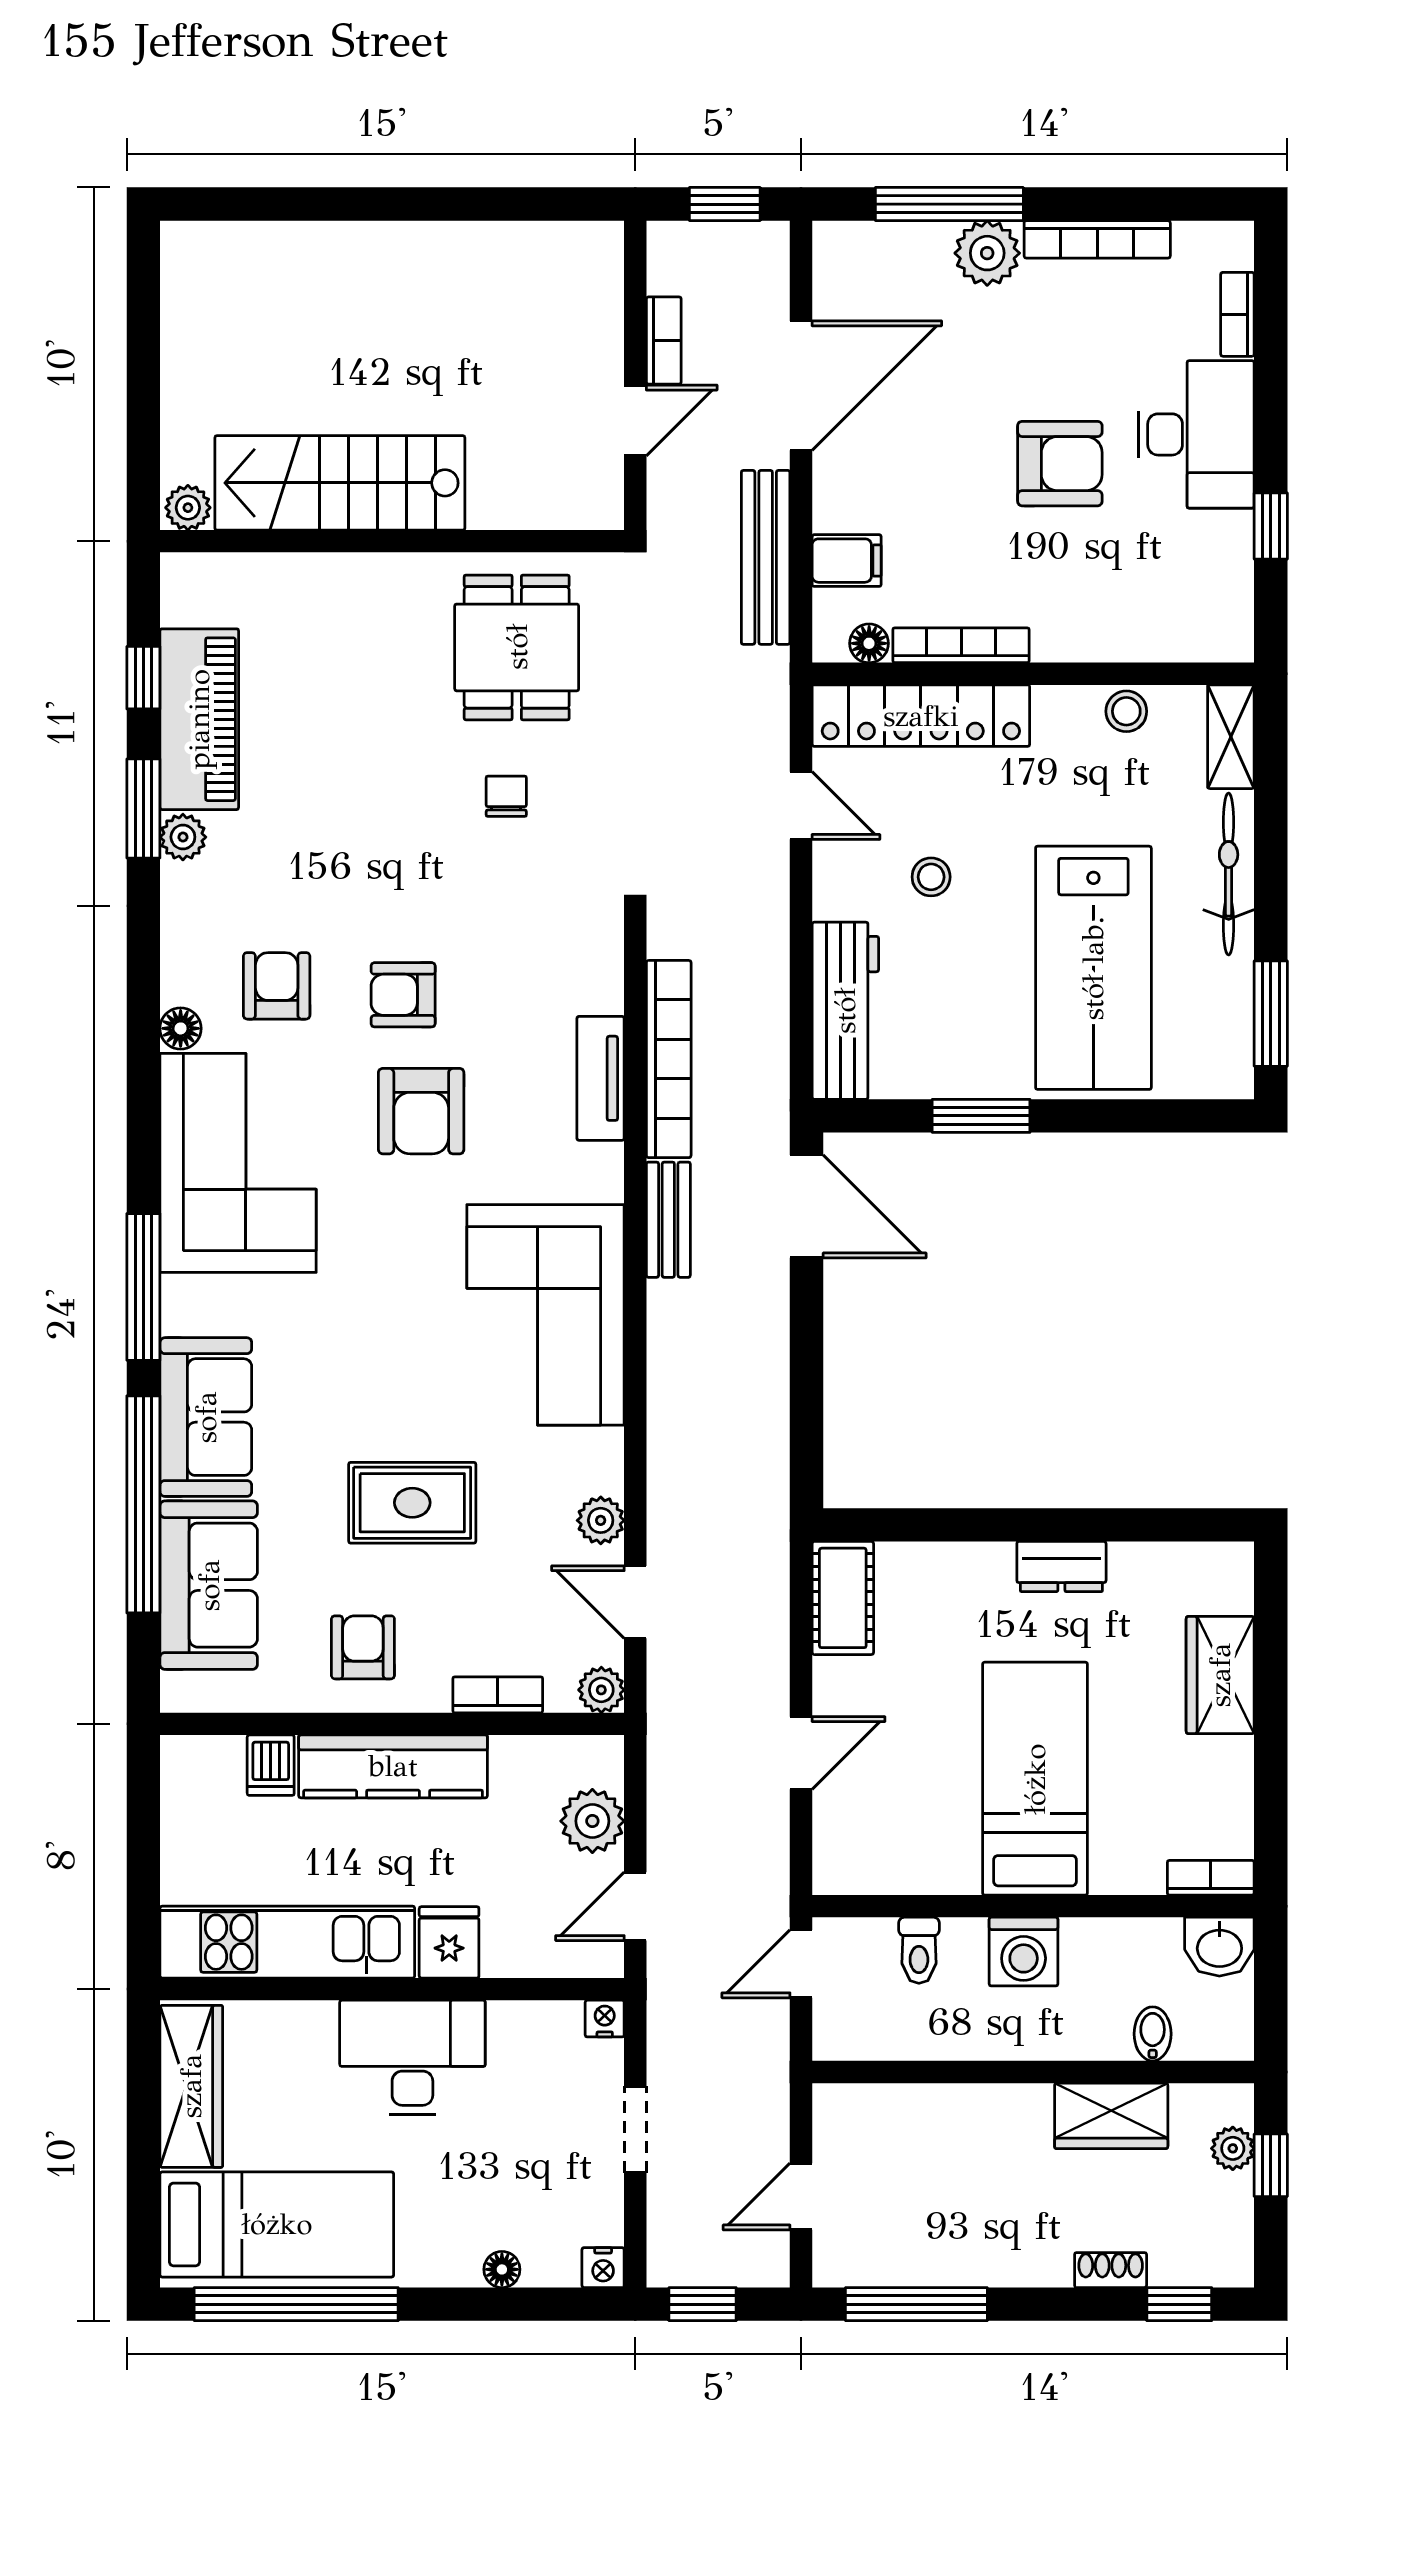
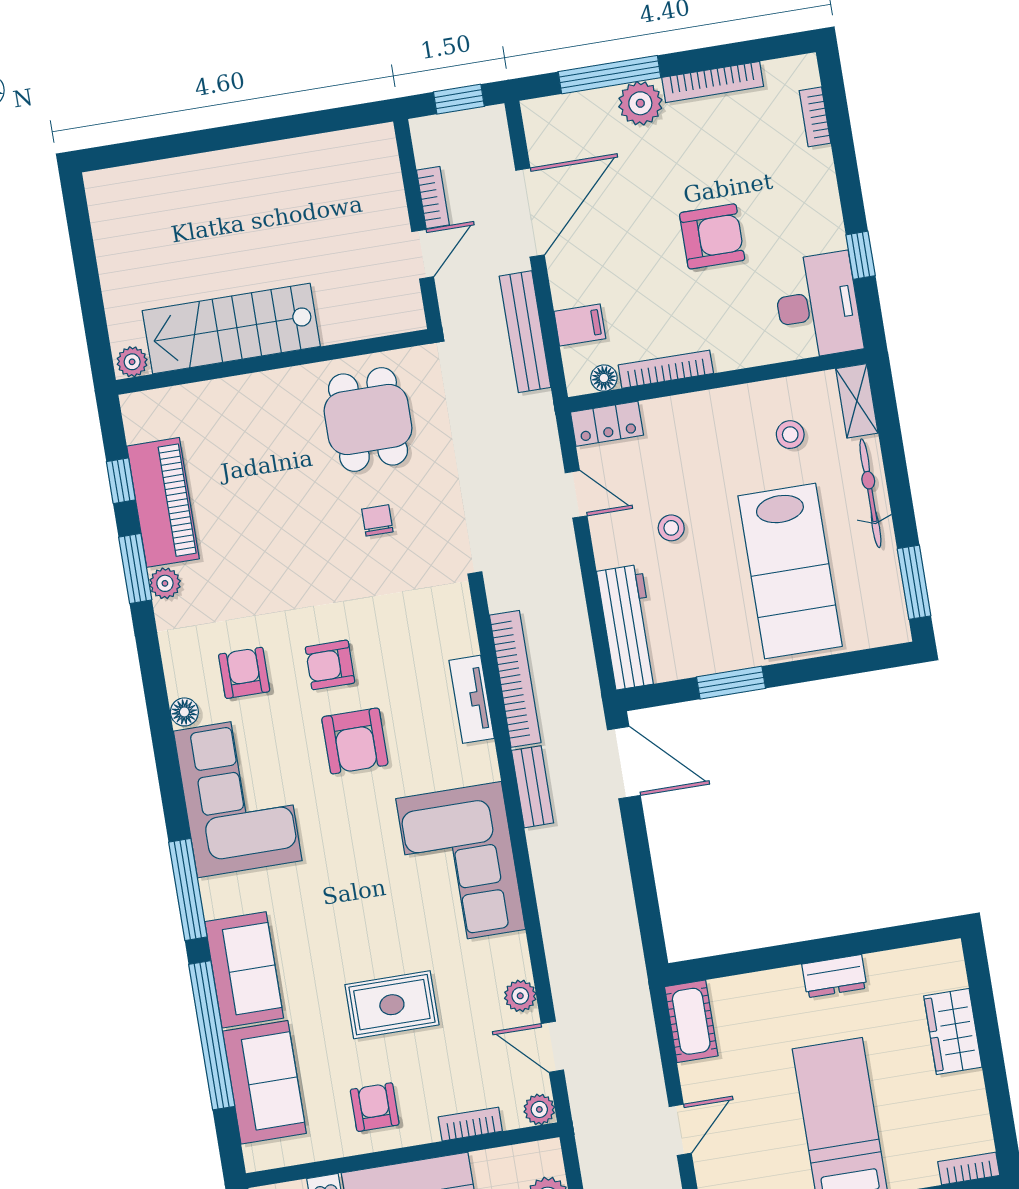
desk: (1196, 434) -> (817, 306), moved
stool: (1126, 711) -> (790, 435), moved
locker: (921, 716) -> (607, 424), width x0.46, depth x0.83

